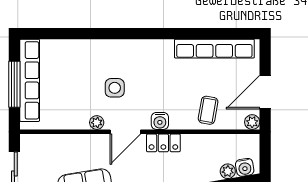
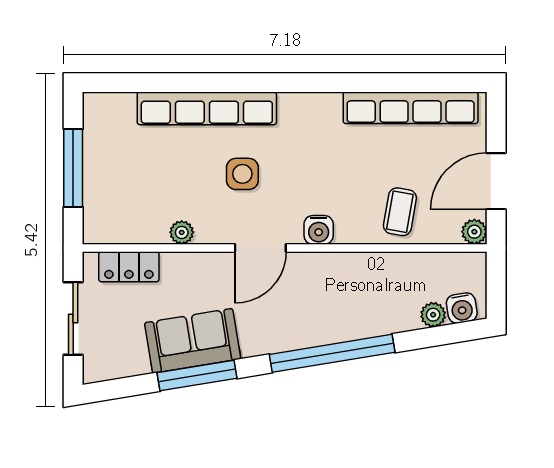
row of seats: (30, 80) -> (207, 108), moved, turned 90
plant: (97, 123) -> (182, 232), moved
locker: (163, 143) -> (129, 267), moved

